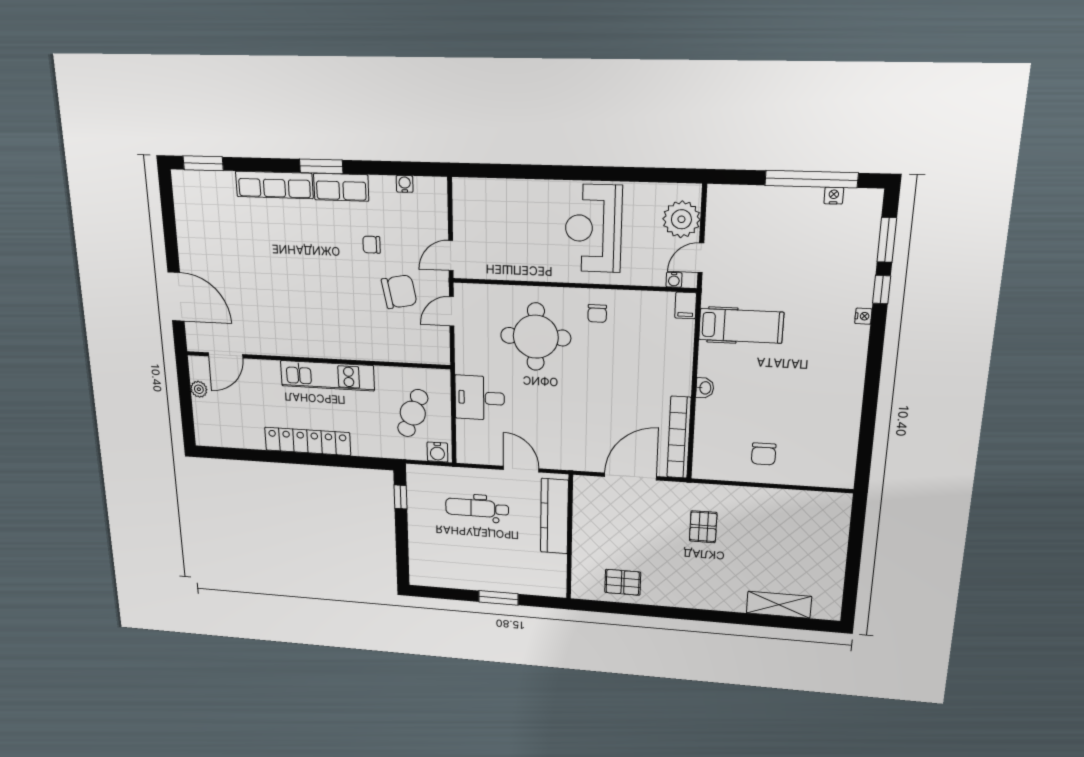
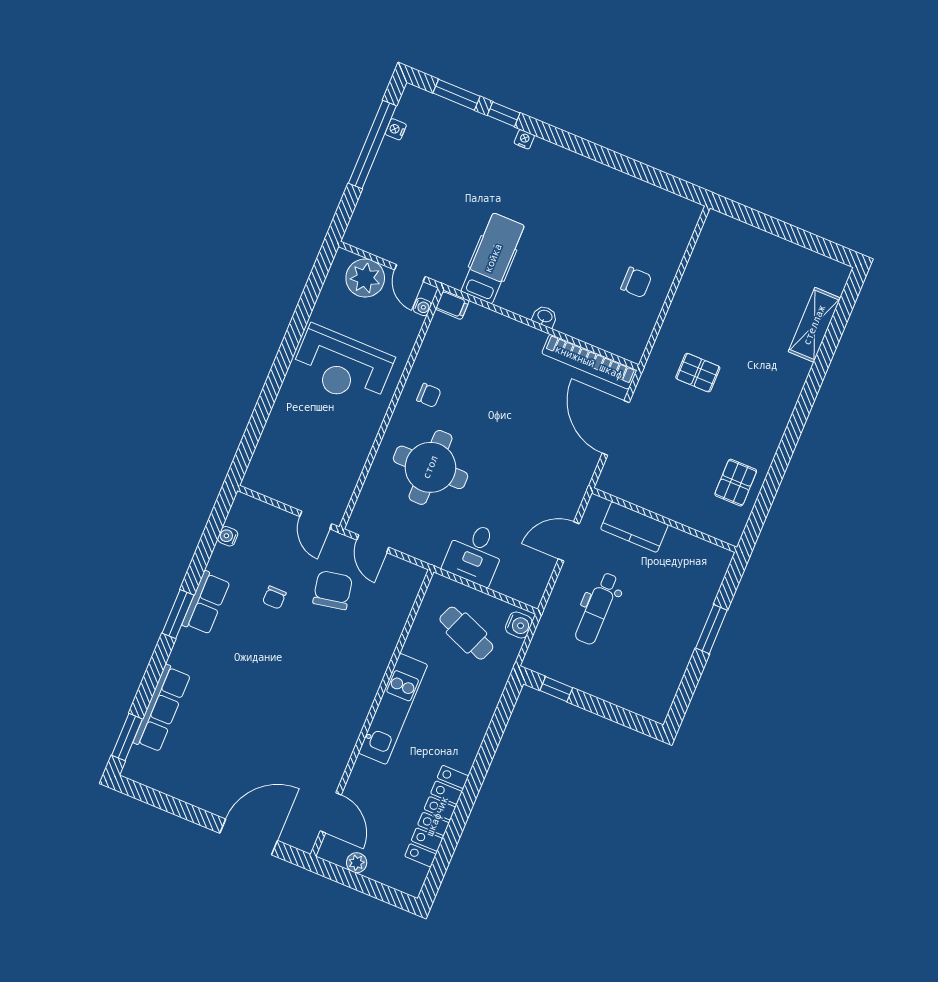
row of seats: (274, 185) -> (162, 708), moved
locker: (308, 441) -> (437, 816), moved
kitchen counter: (554, 516) -> (634, 527), width x0.67

